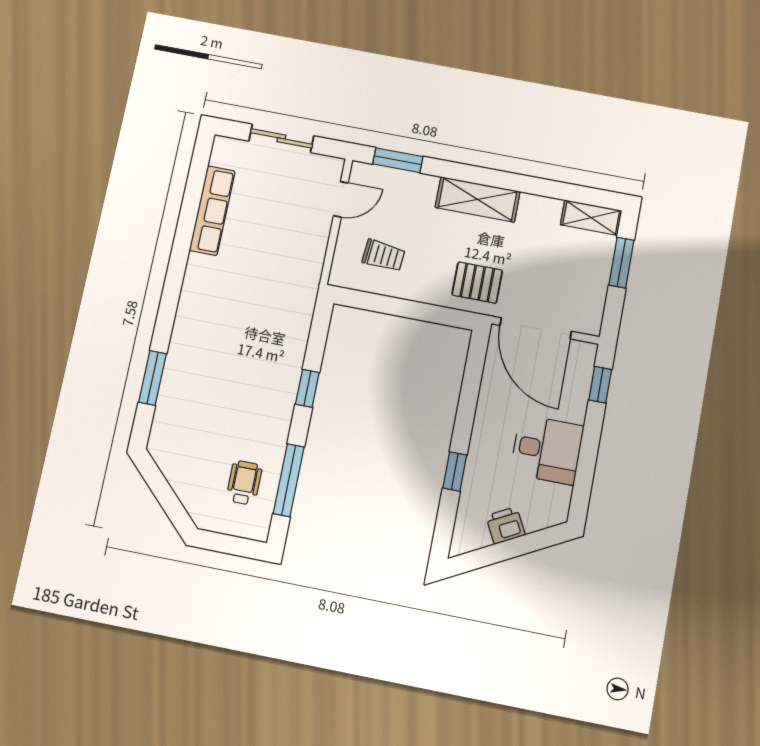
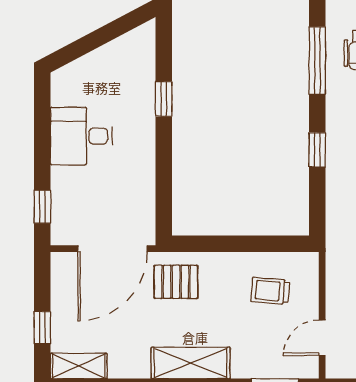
window: (621, 263) -> (42, 328), width x0.67
door: (536, 328) -> (112, 249), swing flipped
printer: (506, 525) -> (107, 58), removed

